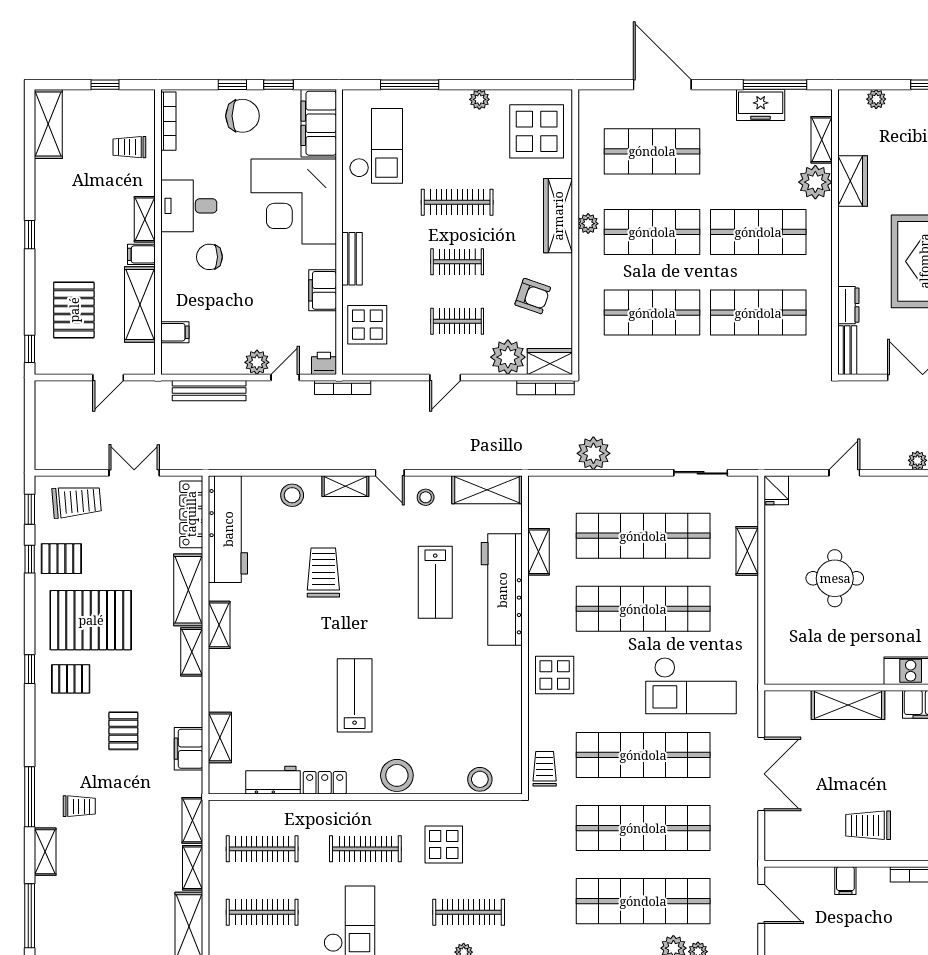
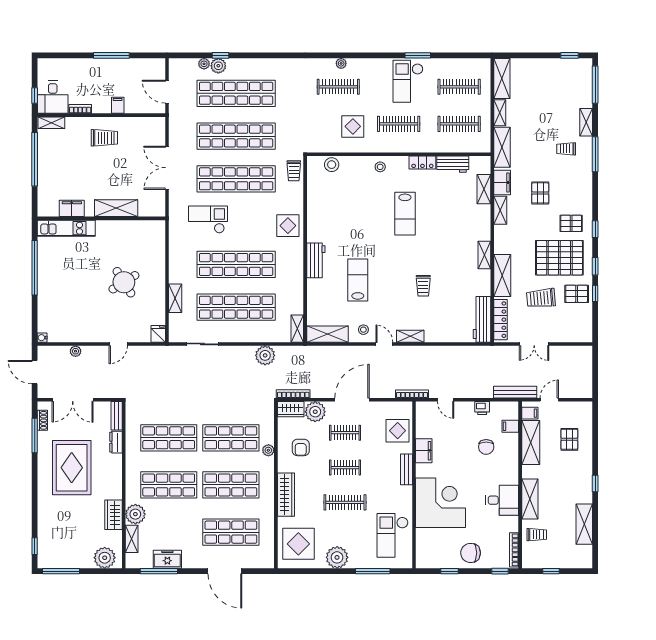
window: (232, 85) -> (500, 571), moved
plant: (479, 99) -> (337, 557), width x1.87, depth x1.87
plant: (876, 99) -> (105, 558), width x1.87, depth x1.87
filing cabinet: (319, 123) -> (426, 549), removed
shelving: (48, 124) -> (584, 524), moved
shelving: (145, 219) -> (530, 499), width x1.50, depth x1.33
plant: (588, 224) -> (268, 450), moved
filing cabinet: (141, 254) -> (530, 413), moved
chair: (209, 257) -> (486, 447), moved, turned 90
armchair: (533, 296) -> (301, 447), turned -109
pallet: (74, 310) -> (569, 439), width x0.67, depth x0.71
window: (30, 349) -> (595, 416), removed
plant: (257, 362) -> (462, 409), removed
printer: (324, 363) -> (482, 408), moved
door: (285, 377) -> (446, 400), hinge flipped
door: (445, 377) -> (352, 400), width x1.88
bench: (209, 391) -> (515, 392), moved
stool: (292, 495) -> (442, 331), removed
trolley: (77, 501) -> (541, 298), moved
window: (30, 509) -> (595, 266), moved
workbench: (228, 529) -> (482, 319), width x0.73, depth x0.76
shelving: (539, 552) -> (297, 329), moved
trolley: (323, 572) -> (423, 286), width x0.73, depth x0.72
round table: (835, 578) -> (124, 282), turned -32
workbench: (502, 590) -> (316, 260), width x0.53, depth x0.76
shelving: (192, 652) -> (500, 210), moved
checkout: (691, 686) -> (208, 219), width x0.73, depth x0.83
stool: (397, 775) -> (380, 167), width x0.53, depth x0.53
shelving: (192, 820) -> (502, 147), width x1.50, depth x1.33

